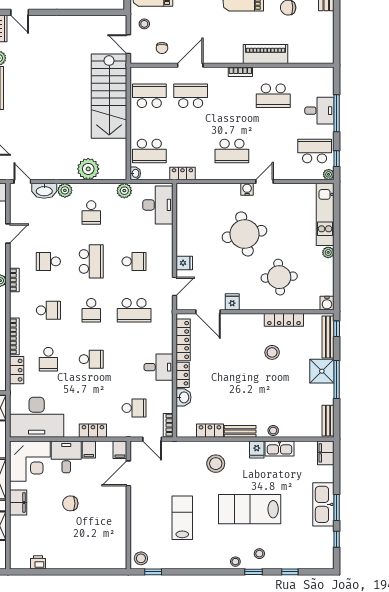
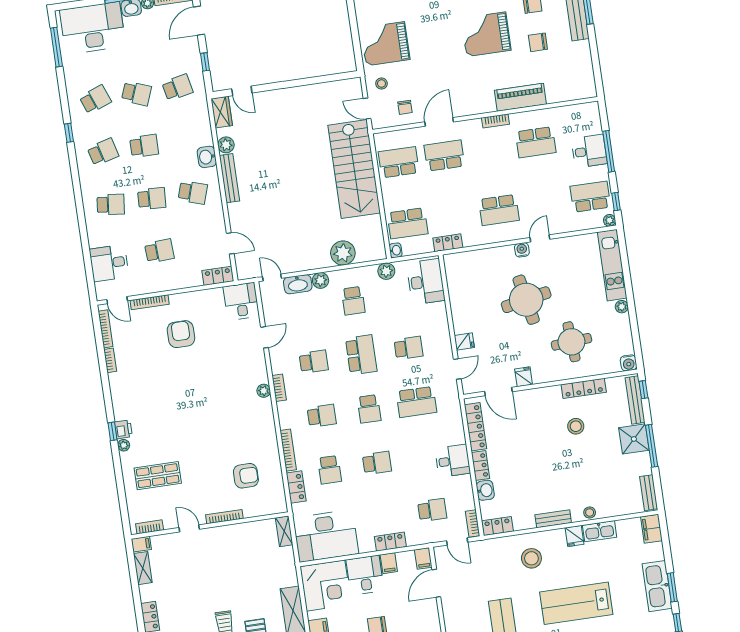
school desk: (48, 261) -> (314, 362), turned 180
locker: (210, 431) -> (498, 526), moved

